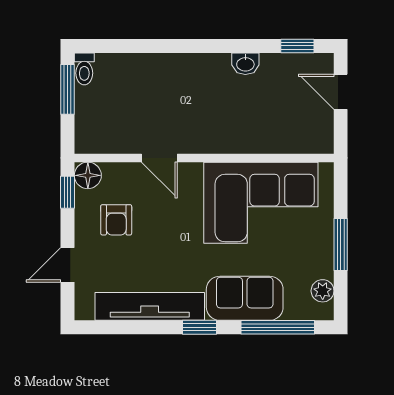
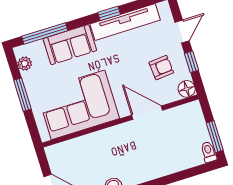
door: (159, 158) -> (147, 113), width x1.38
window: (68, 192) -> (191, 62), moved
armchair: (116, 220) -> (161, 68), turned 85
window: (199, 327) -> (109, 13), moved

